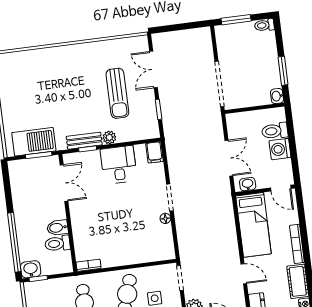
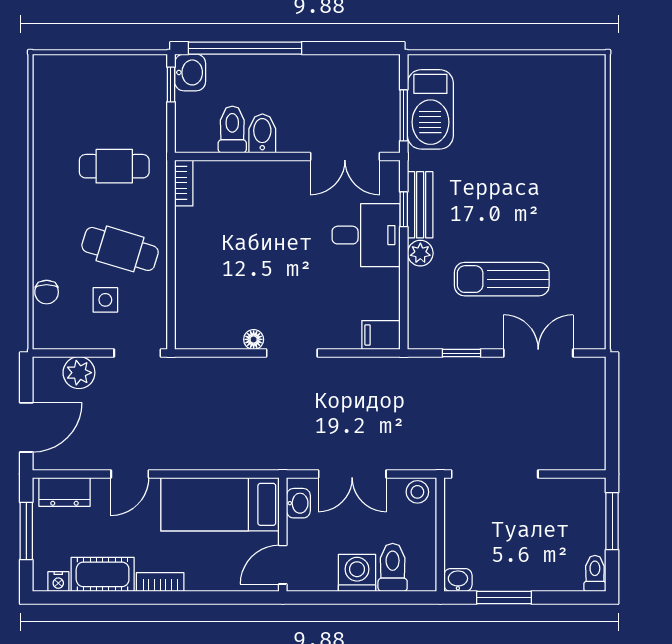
stool: (234, 123) -> (417, 492), added
desk: (119, 165) -> (366, 235), moved
bookcase: (297, 244) -> (160, 582), width x0.64

